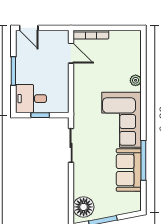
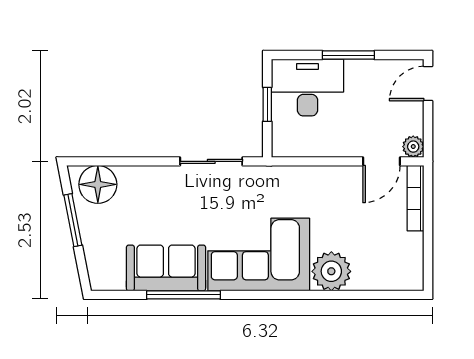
plant: (63, 36) -> (413, 147), added
plant: (136, 80) -> (331, 271), width x1.88, depth x1.88
desk: (31, 99) -> (307, 88), width x1.37

